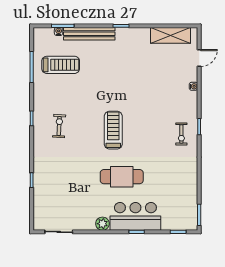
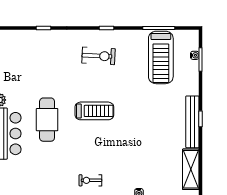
bench: (89, 34) -> (192, 122), moved
treadmill: (61, 65) -> (161, 57), width x1.37, depth x1.38
exercise bike: (59, 126) -> (99, 56), width x1.38, depth x1.39

